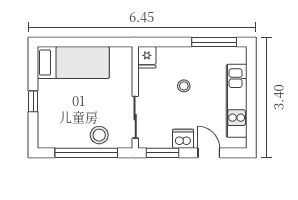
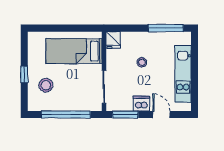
bed: (73, 63) -> (74, 51), moved, turned 180
stool: (99, 135) -> (46, 85), moved

